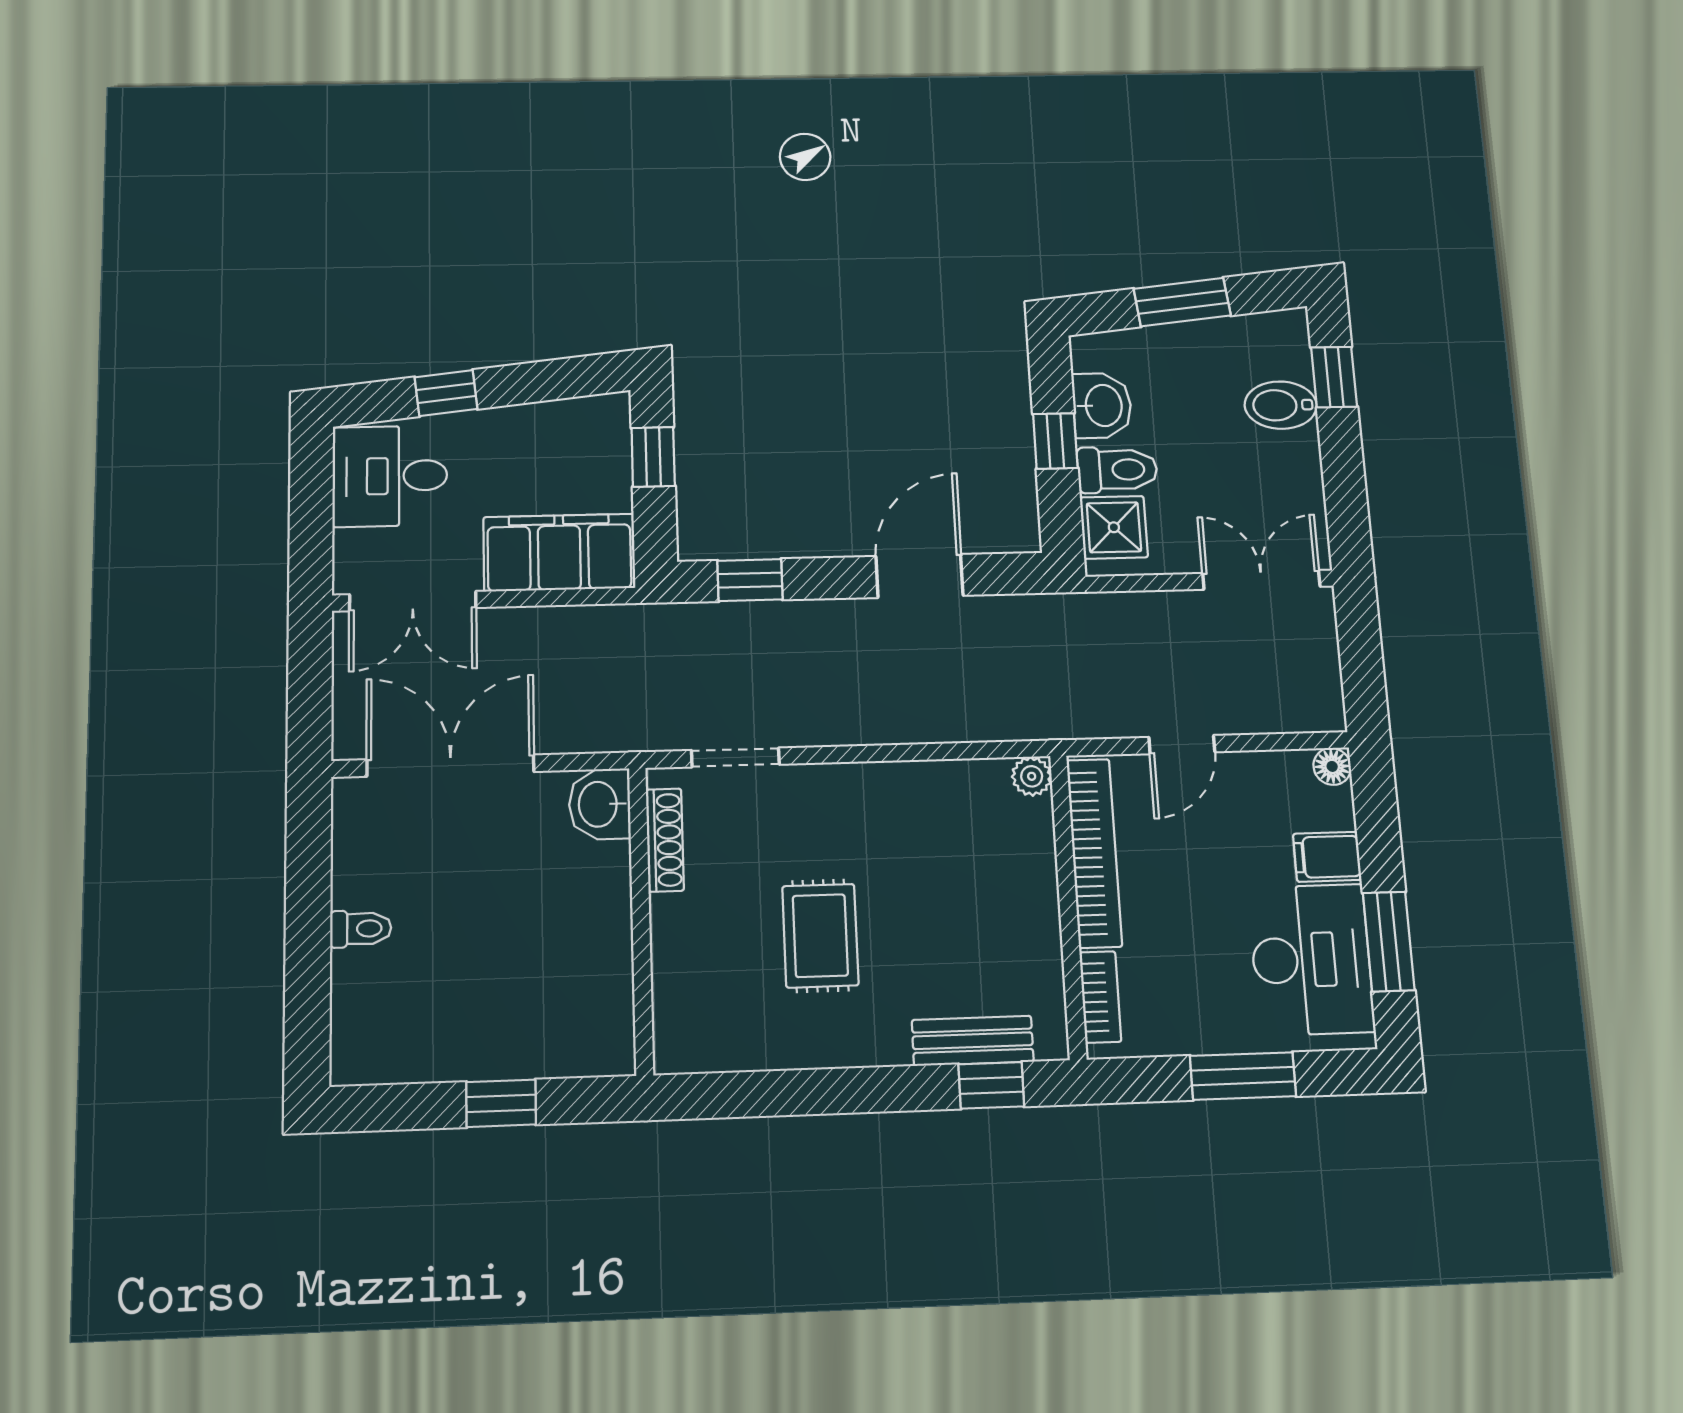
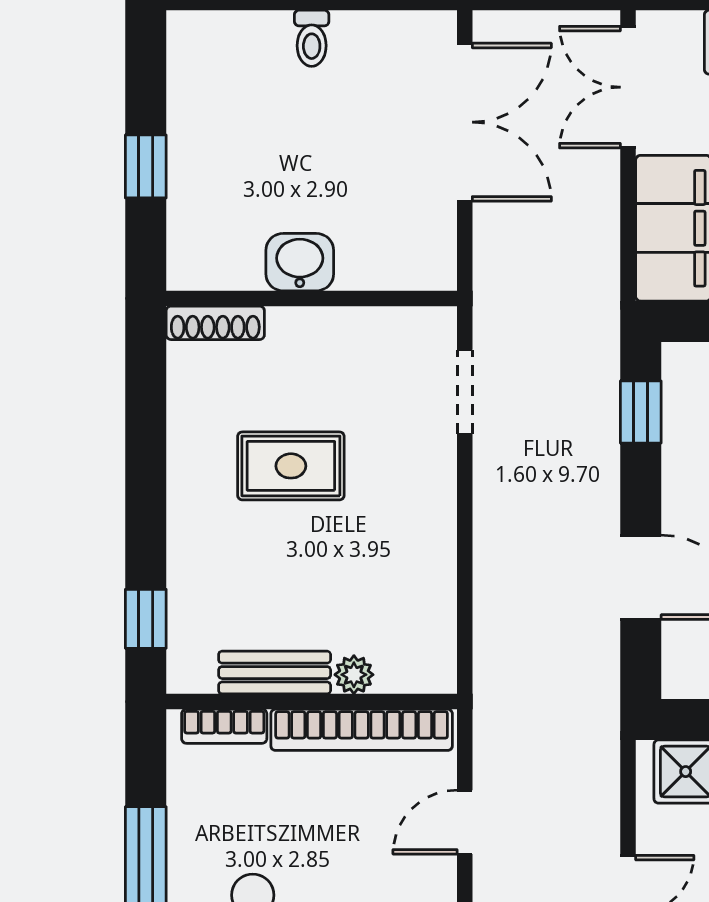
door: (1182, 745) -> (465, 822), hinge flipped
plant: (1032, 776) -> (354, 675), moved
washbasin: (600, 804) -> (300, 262), moved
shoe rack: (665, 840) -> (215, 323), moved
bench: (973, 1041) -> (275, 673), moved, turned 90

